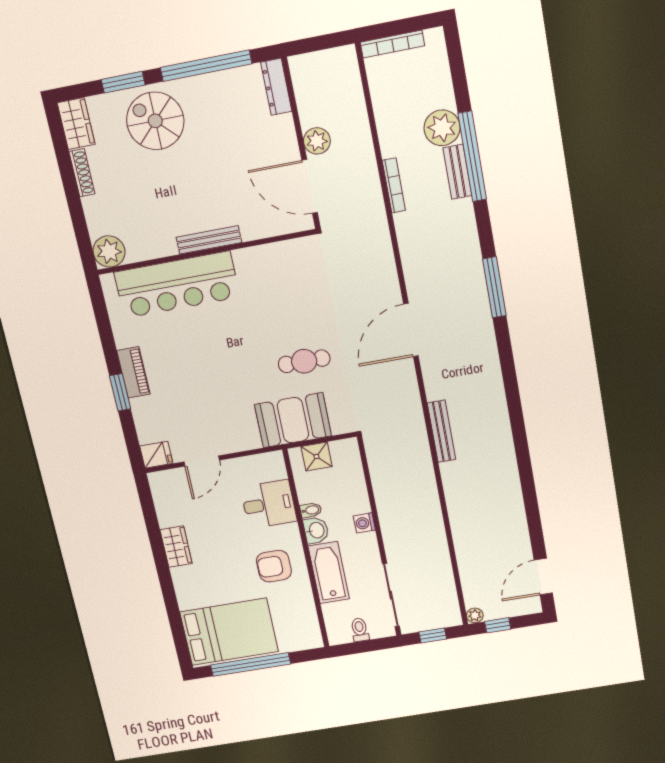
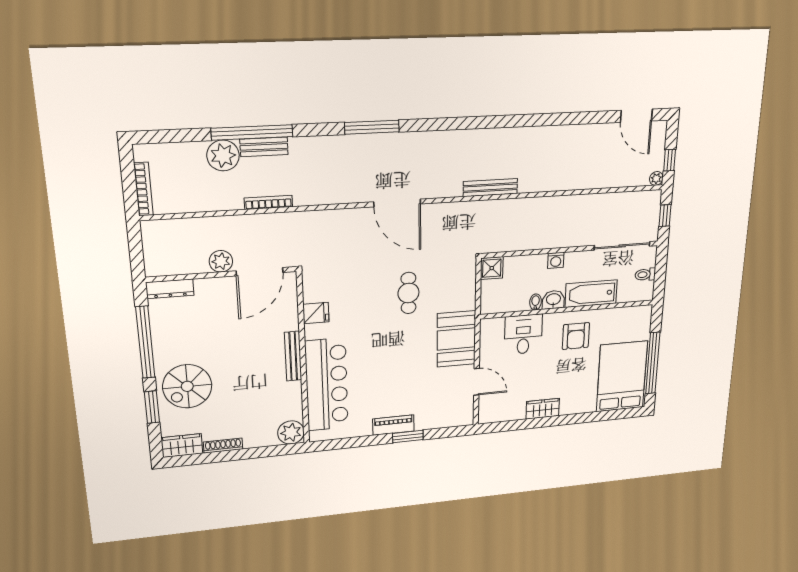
booth: (293, 420) -> (456, 339), moved
fridge: (156, 455) -> (316, 313), moved, turned 90
shower: (316, 456) -> (492, 268), moved

